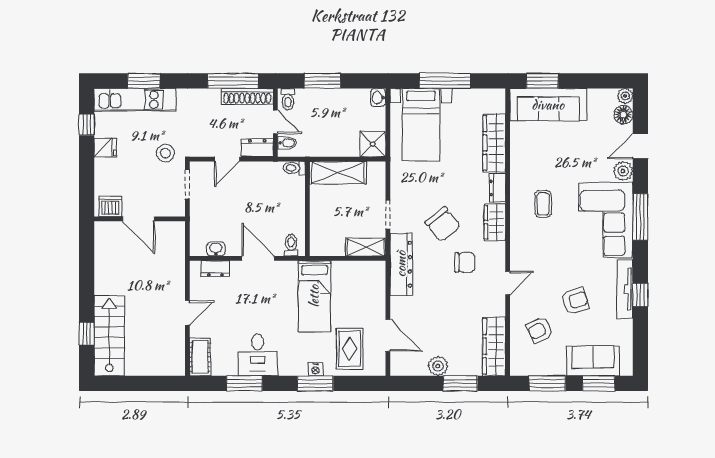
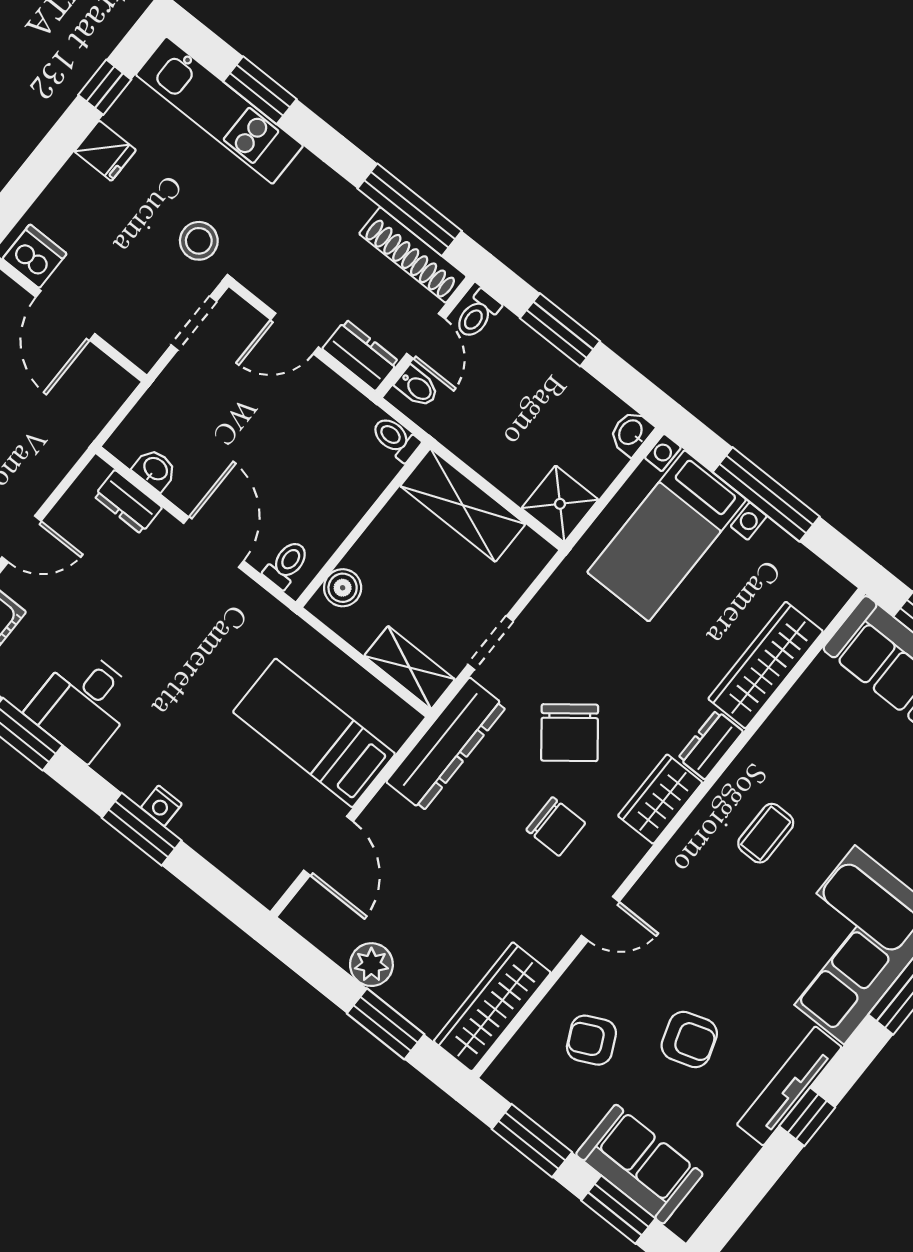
boiler: (318, 238) -> (343, 588), added
bed: (314, 296) -> (314, 733), moved, turned 90
rug: (350, 349) -> (246, 817), removed

